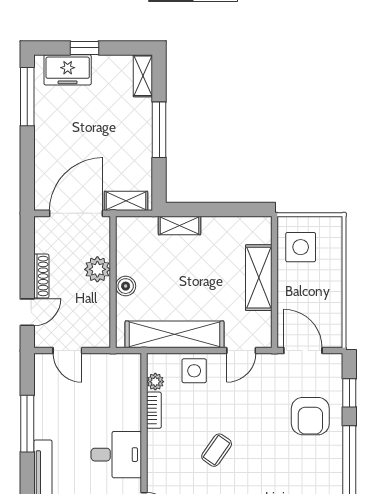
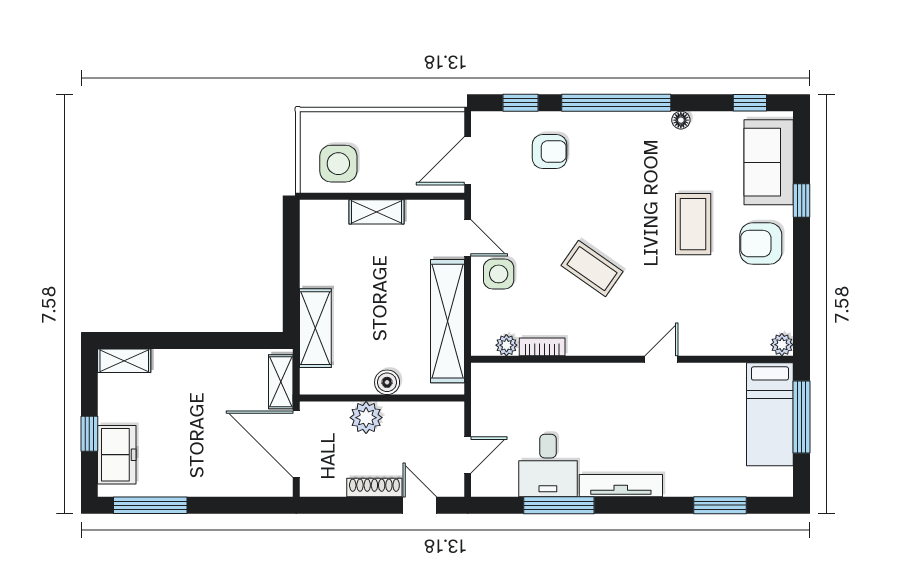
window: (159, 130) -> (192, 340), removed
shelving: (179, 226) -> (315, 328), width x1.50, depth x1.33
shelving: (259, 278) -> (376, 212), width x0.67, depth x0.75
side table: (194, 371) -> (499, 274), moved
armchair: (310, 416) -> (549, 151), width x0.72, depth x0.72
coffee table: (217, 450) -> (592, 269), width x1.36, depth x1.30
desk: (116, 455) -> (548, 466), moved, turned 180

